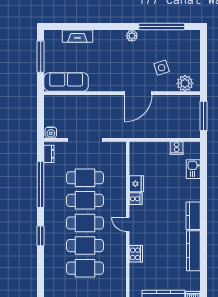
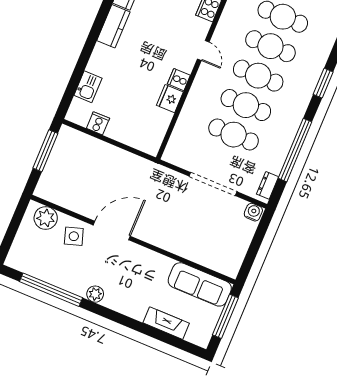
sofa: (66, 82) -> (200, 284), moved
plant: (185, 83) -> (46, 218), moved
wall: (122, 93) -> (133, 239), moved
door: (138, 93) -> (112, 231), moved

